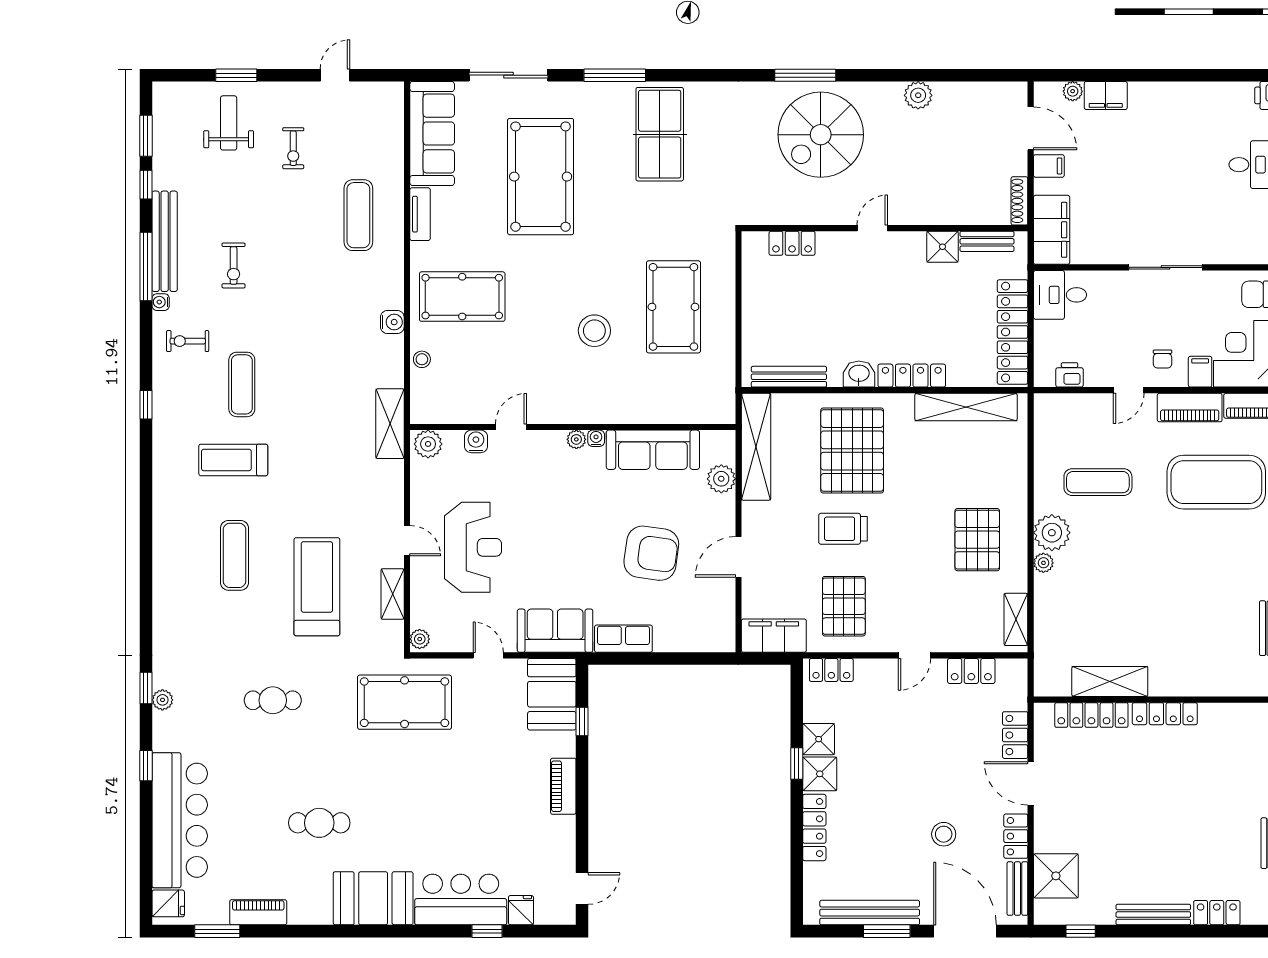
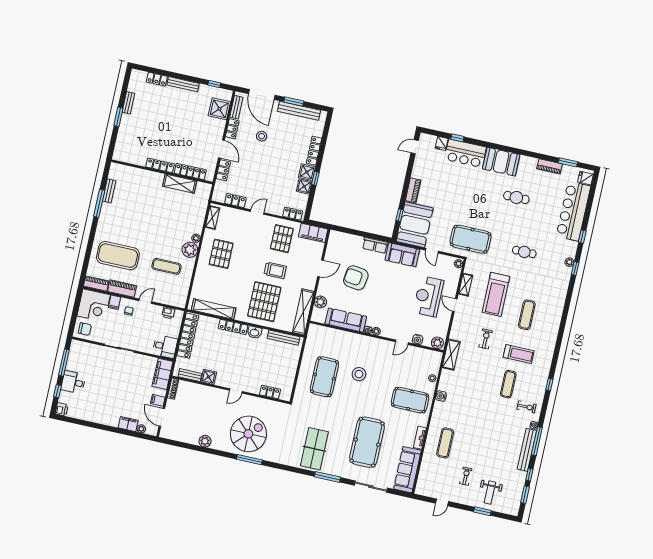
exercise bike: (234, 266) -> (486, 339), moved
booth: (552, 694) -> (415, 225), width x1.36, depth x1.42

